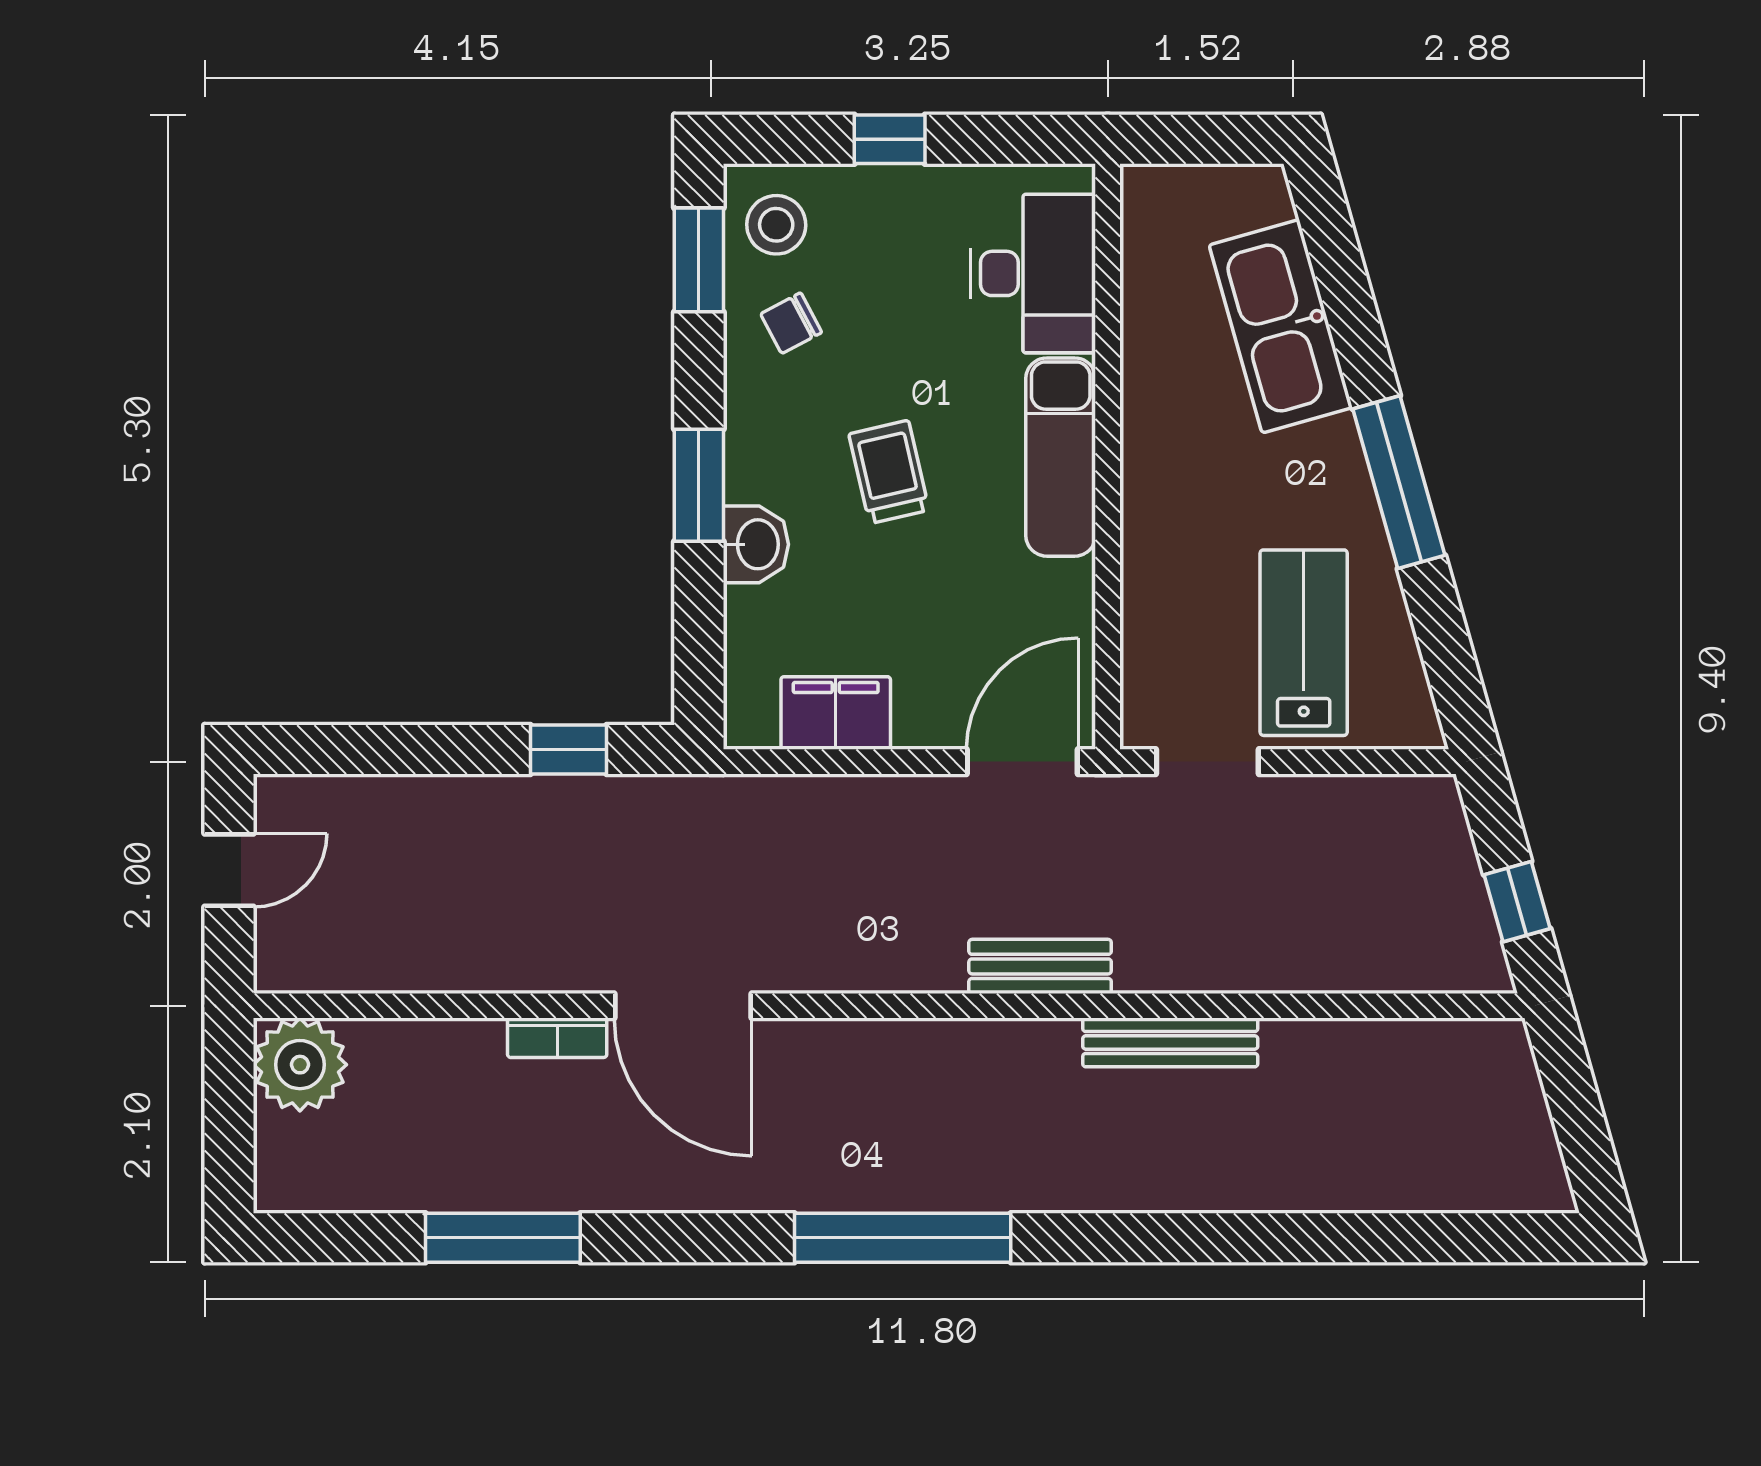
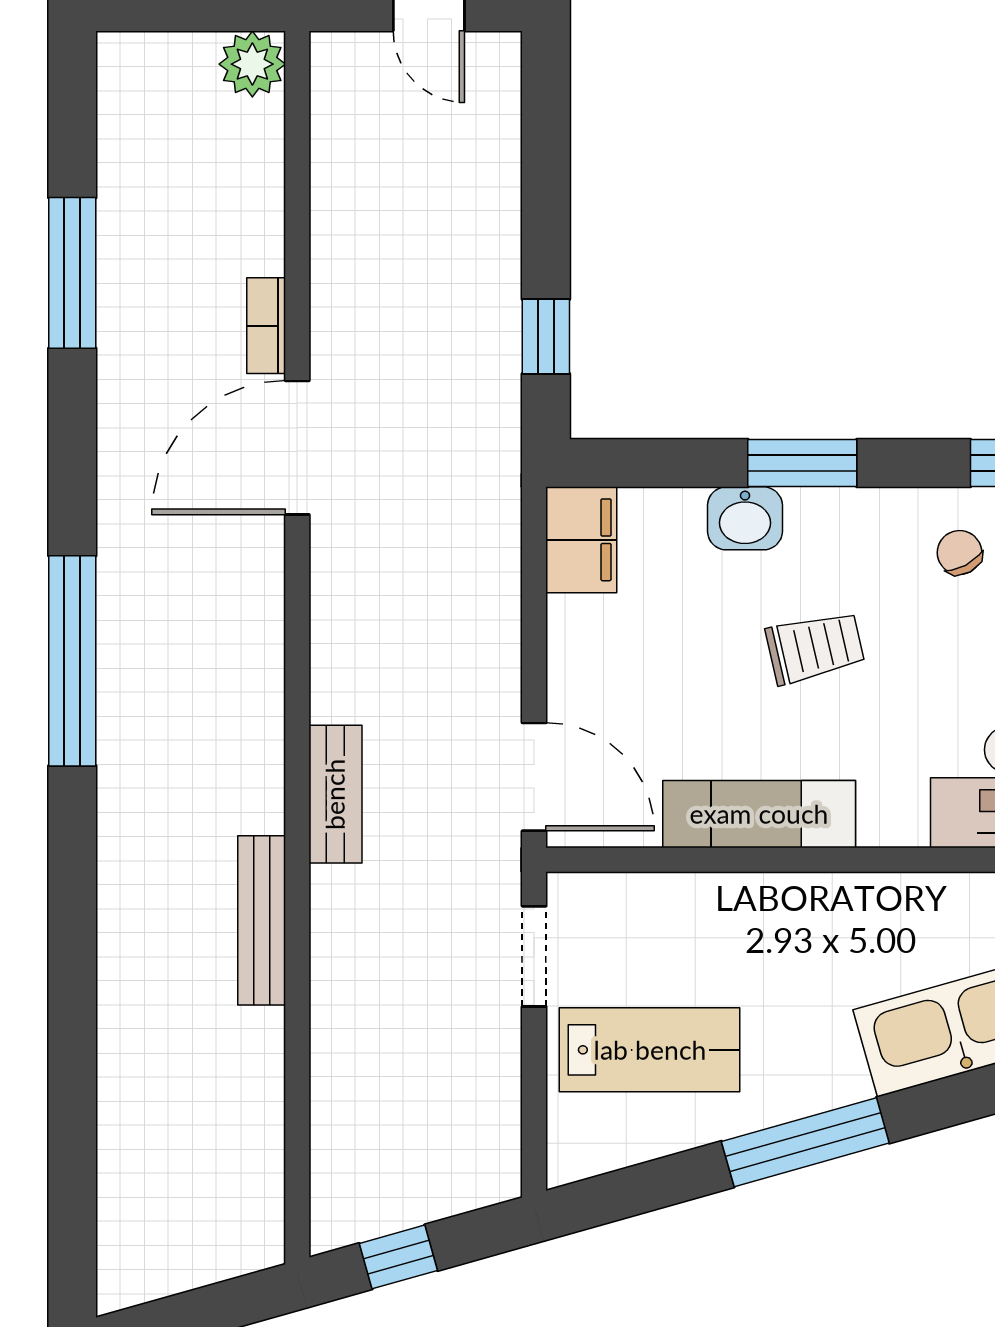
exam couch: (1061, 457) -> (759, 814), moved
filing cabinet: (836, 713) -> (581, 540), moved
plant: (300, 1065) -> (252, 64), width x0.73, depth x0.73

